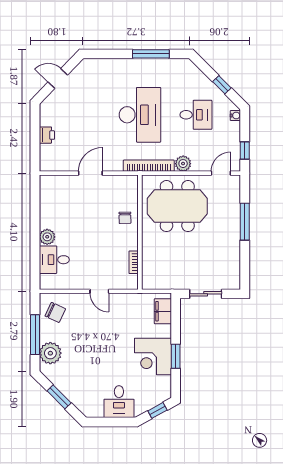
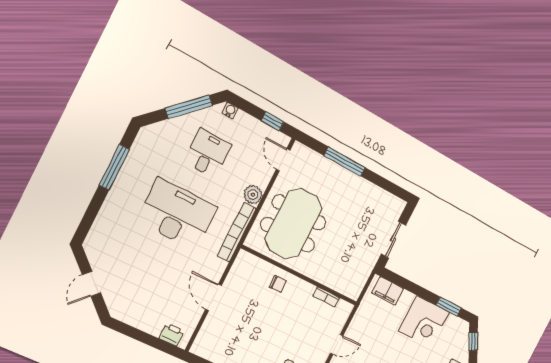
window: (222, 85) -> (189, 107), width x2.17
printer: (47, 135) -> (172, 335), moved
window: (176, 356) -> (449, 306), moved

